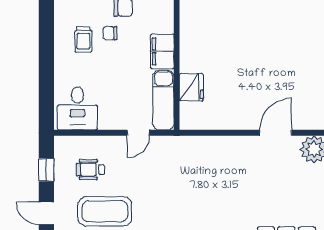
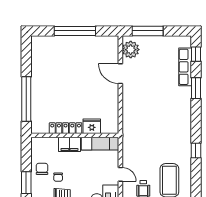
locker: (188, 45) -> (66, 128), added
door: (138, 133) -> (120, 174), moved

